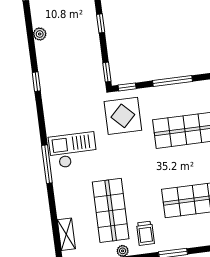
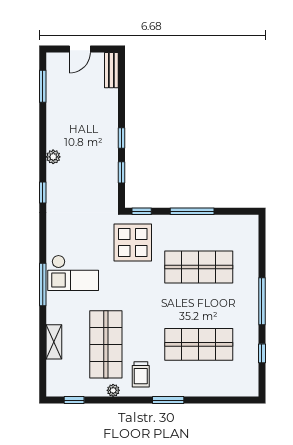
plant: (40, 34) -> (53, 157), moved
window: (107, 72) -> (122, 172), moved
checkout: (73, 150) -> (73, 273), turned 180
shelving: (66, 234) -> (54, 342), moved

